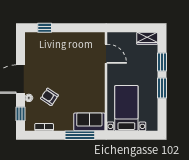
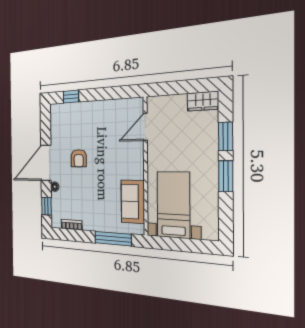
door: (106, 54) -> (145, 127), swing flipped
armchair: (49, 97) -> (79, 158), moved, turned -124
sofa: (89, 122) -> (133, 202), moved, turned -90

